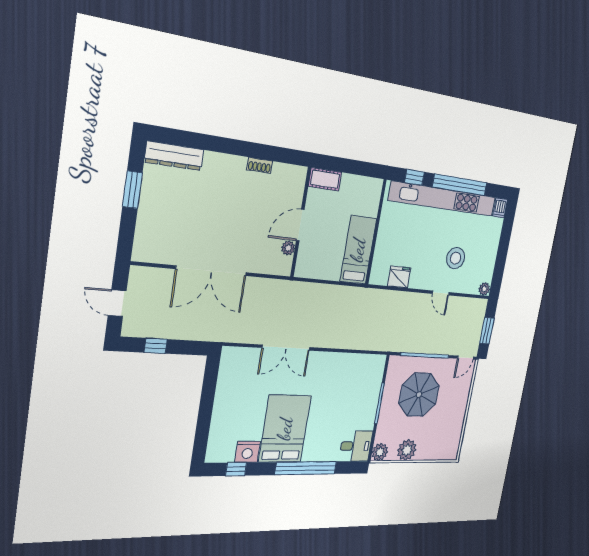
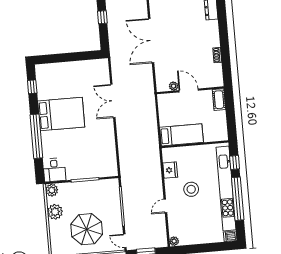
stool: (456, 258) -> (191, 189), moved
parasol: (419, 395) -> (87, 229), moved
nightstand: (247, 452) -> (44, 92), removed

